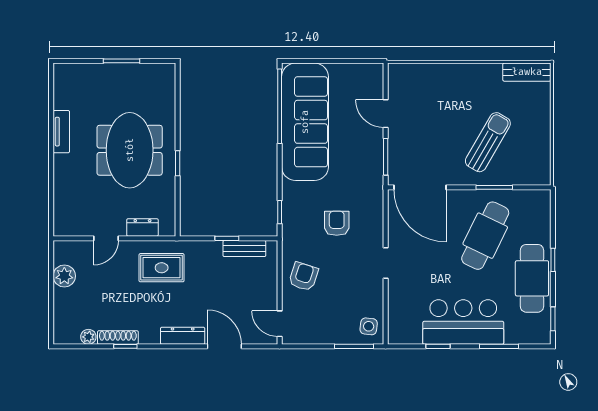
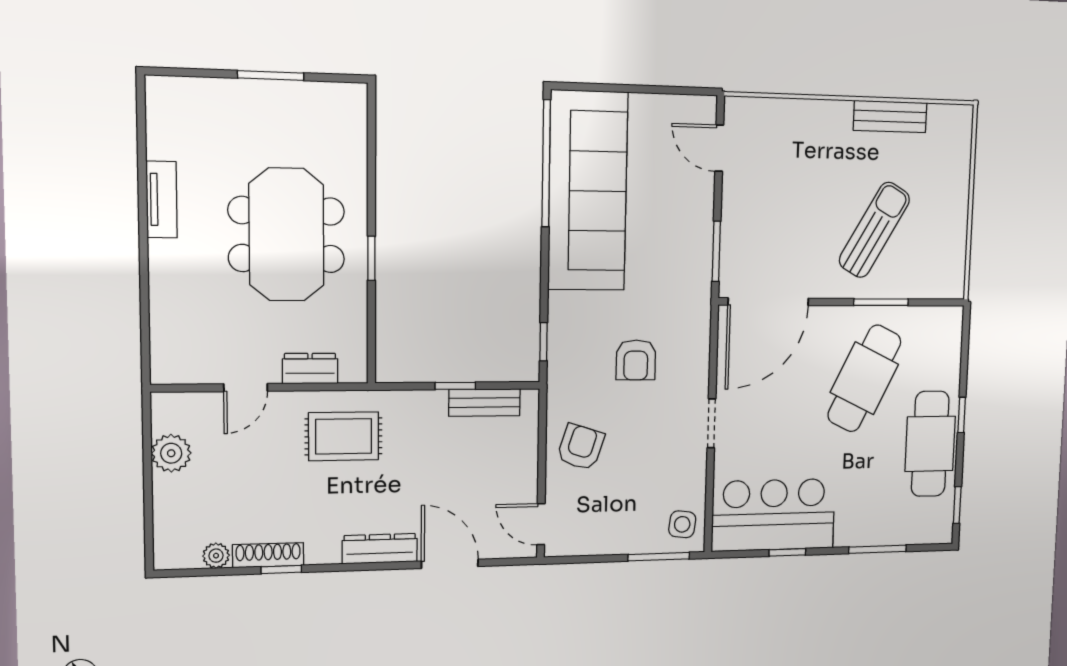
bench: (527, 72) -> (890, 116), moved
door: (386, 114) -> (719, 148), moved
door: (420, 187) -> (768, 302), hinge flipped
armchair: (337, 223) -> (636, 360), turned 180
bar counter: (463, 322) -> (773, 515), moved

